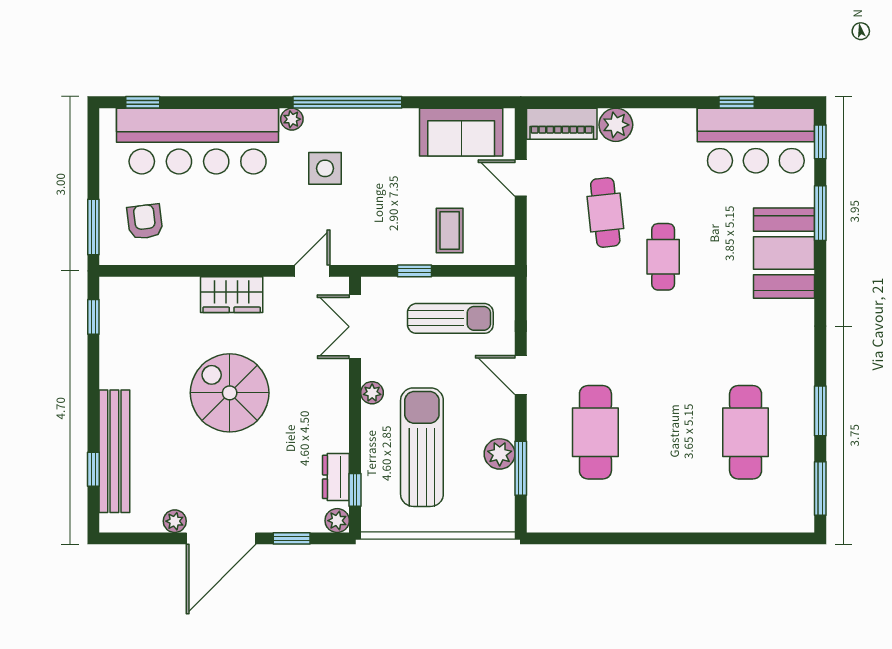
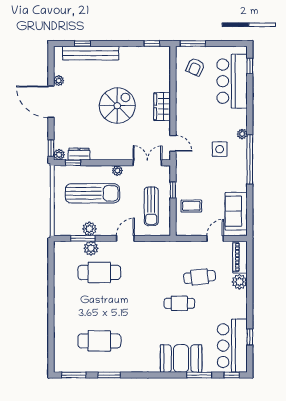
bar counter: (198, 141) -> (232, 81), width x0.73
armchair: (145, 222) -> (195, 67), turned 121
plant: (542, 451) -> (91, 248), added
window: (292, 538) -> (51, 148), moved

